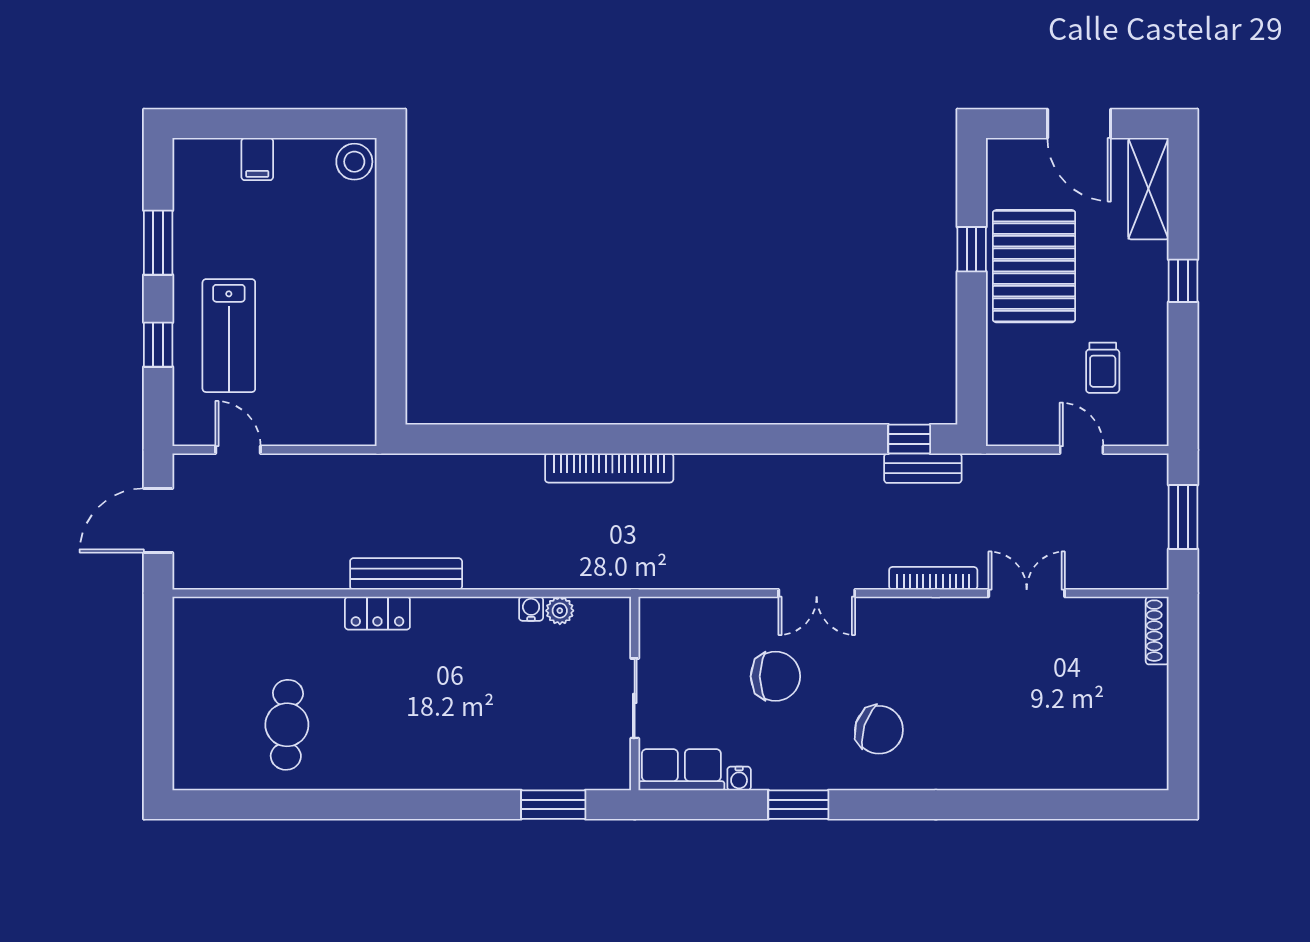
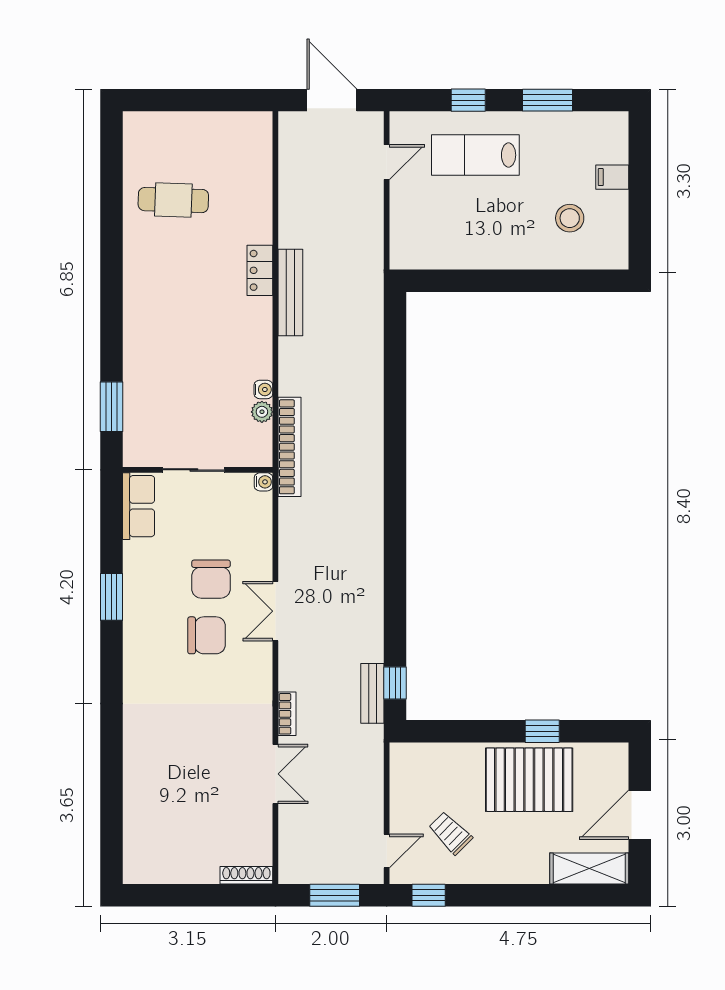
stool: (354, 162) -> (570, 218), moved
window: (1183, 281) -> (429, 895), moved
trolley: (1103, 368) -> (450, 833), turned 45
door: (1082, 450) -> (387, 851), moved
bookcase: (609, 468) -> (290, 447), moved, turned 180
bookcase: (933, 578) -> (287, 714), width x0.64
chair: (879, 730) -> (207, 635), moved, turned -108
water cooler: (739, 778) -> (264, 482), moved, turned 180

